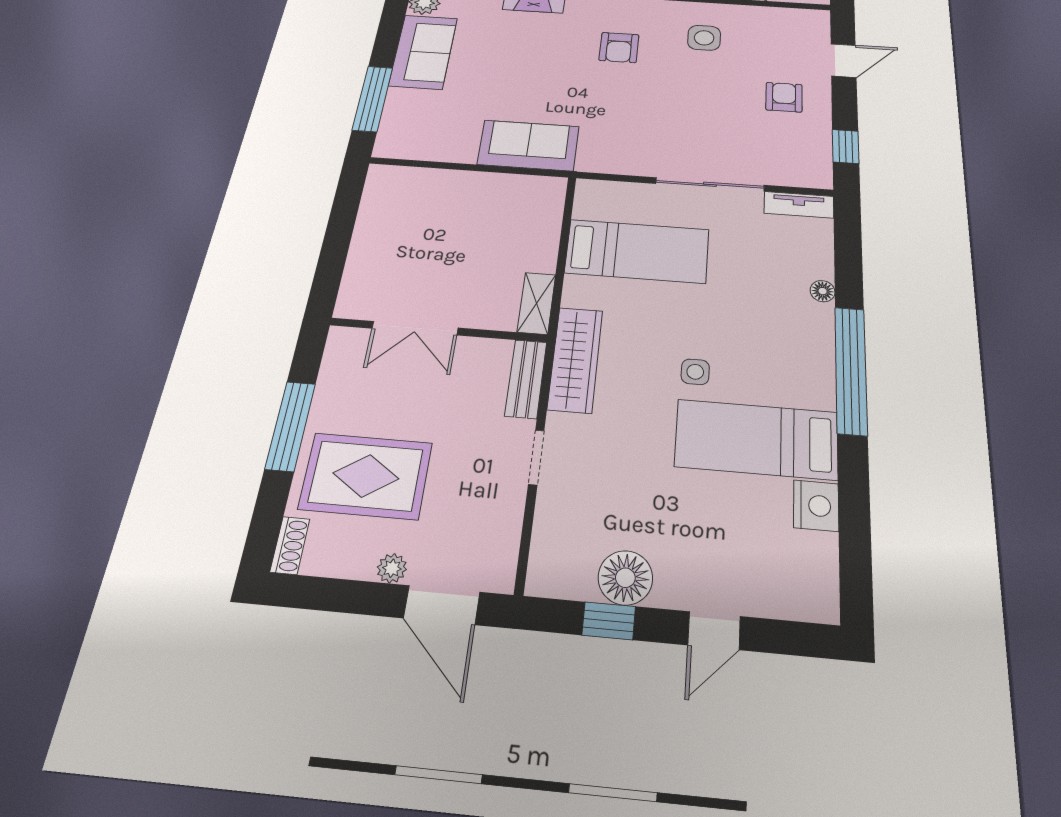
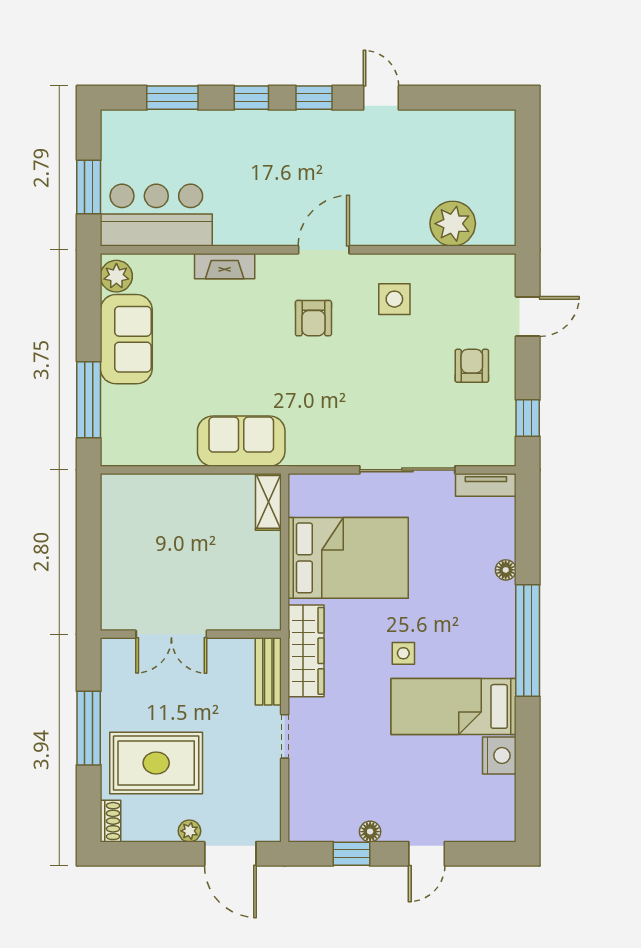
bed: (637, 251) -> (348, 558), width x1.50
shelving: (536, 303) -> (268, 502), moved
floor lamp: (625, 578) -> (370, 832), width x0.53, depth x0.53

